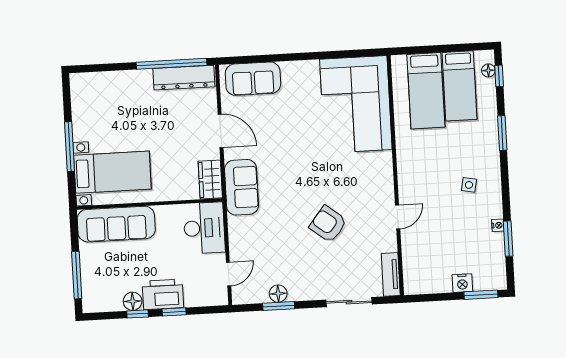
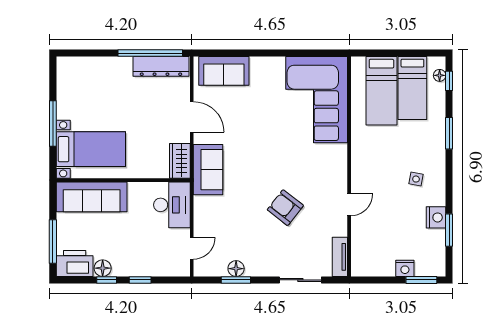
nightstand: (498, 225) -> (436, 217), width x1.89, depth x1.79
printer: (163, 294) -> (75, 263), moved

